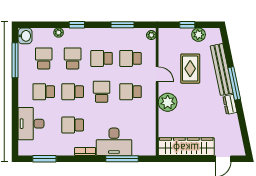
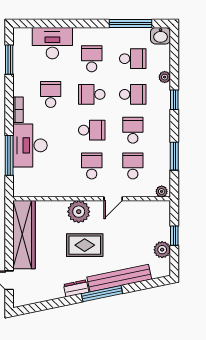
rug: (190, 69) -> (85, 245), moved
school desk: (73, 92) -> (92, 94), turned -90

